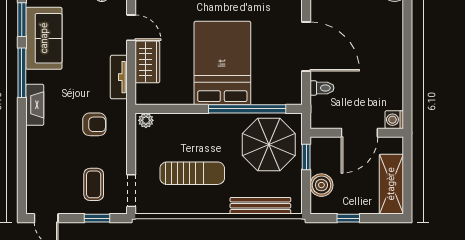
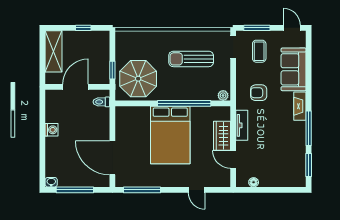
sofa: (44, 38) -> (294, 69), moved
door: (306, 47) -> (112, 158), moved
toilet: (322, 88) -> (101, 102), moved
window: (247, 109) -> (184, 103), moved
washing machine: (394, 120) -> (51, 130), moved
boiler: (321, 185) -> (102, 51), removed
bench: (260, 206) -> (144, 36), removed
window: (97, 218) -> (257, 28), width x1.50

